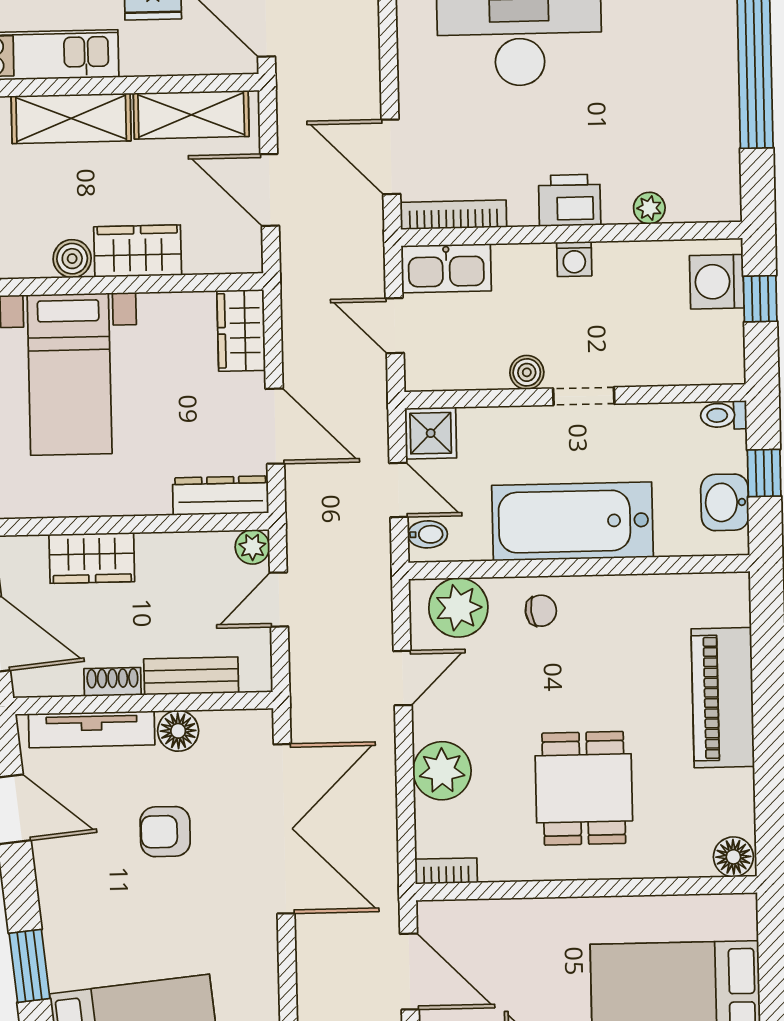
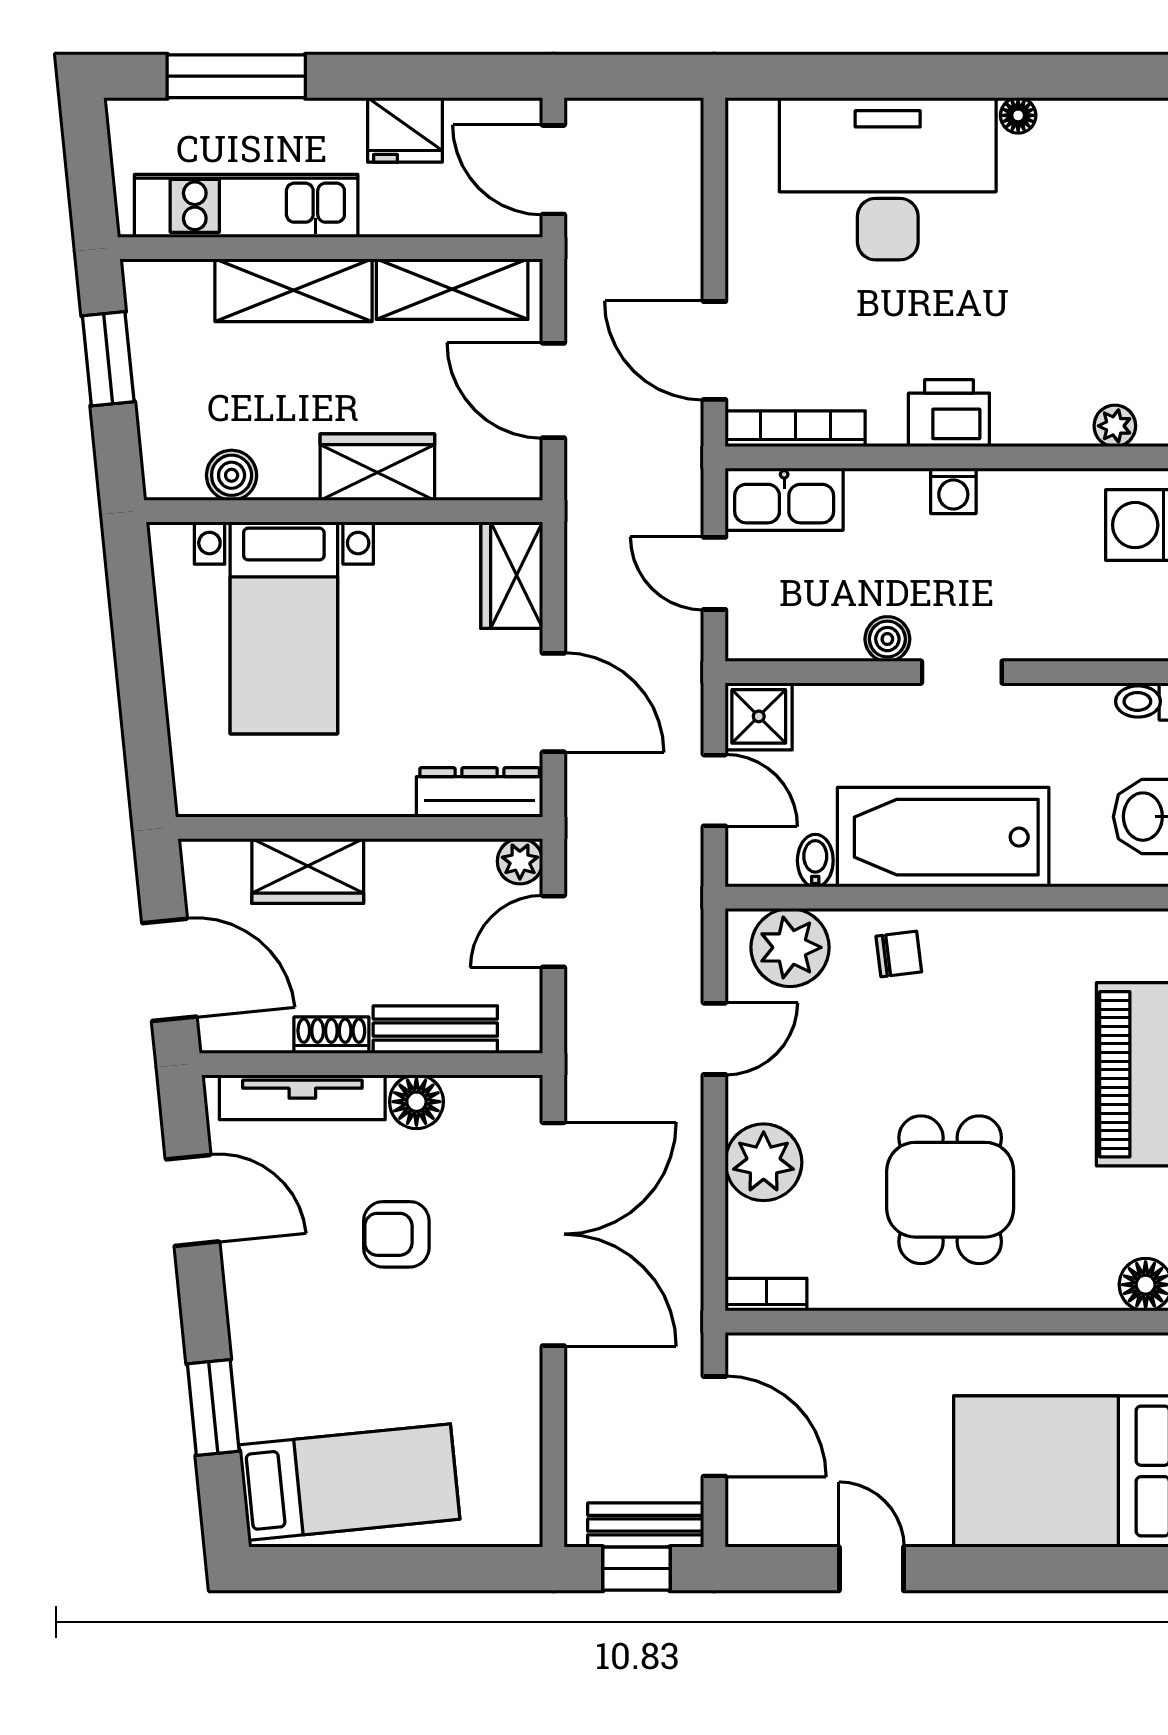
plant: (649, 208) -> (1115, 426), moved
boiler: (72, 259) -> (232, 475), moved
bidet: (428, 534) -> (815, 861), moved, turned -90

